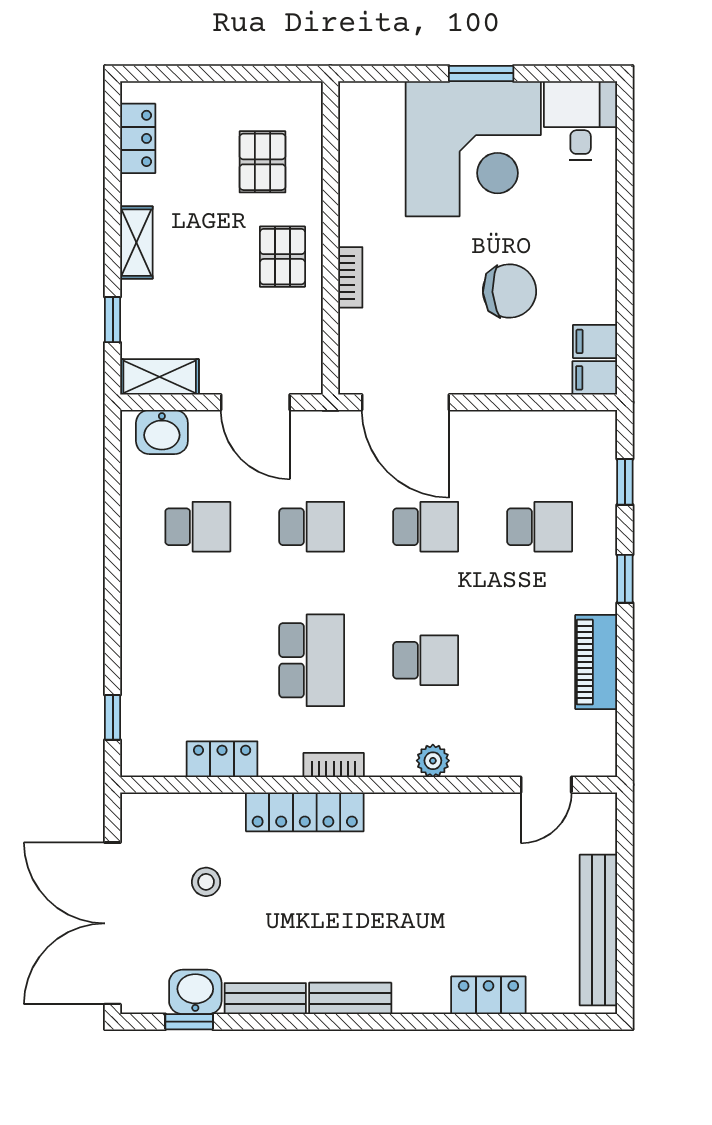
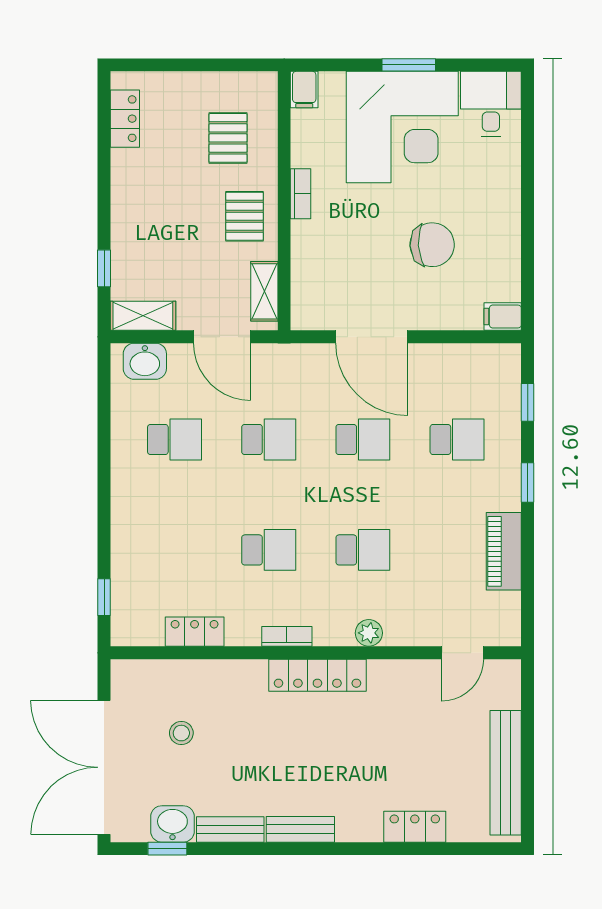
shelving: (136, 243) -> (264, 291), moved
bookcase: (350, 277) -> (301, 194), moved
filing cabinet: (595, 341) -> (304, 90), moved, turned -90
door: (406, 402) -> (372, 337), moved
school desk: (312, 660) -> (269, 550), width x0.54
locker: (305, 812) -> (317, 675), moved

